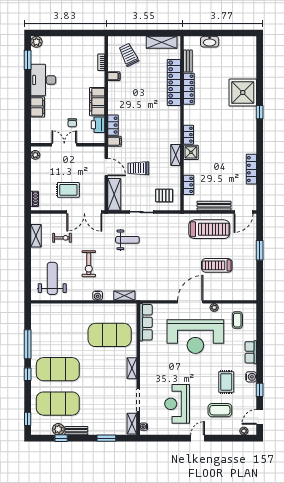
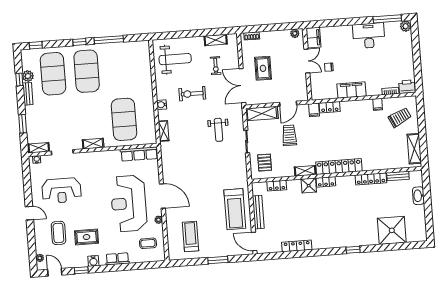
window: (28, 60) -> (387, 19), width x1.44
locker: (174, 82) -> (339, 167), moved
shower: (243, 93) -> (392, 230), moved
filing cabinet: (38, 107) -> (313, 38), moved, turned -90
printer: (98, 125) -> (407, 87), moved
treadmill: (217, 265) -> (191, 237), moved
reception desk: (177, 404) -> (62, 190), turned 180

